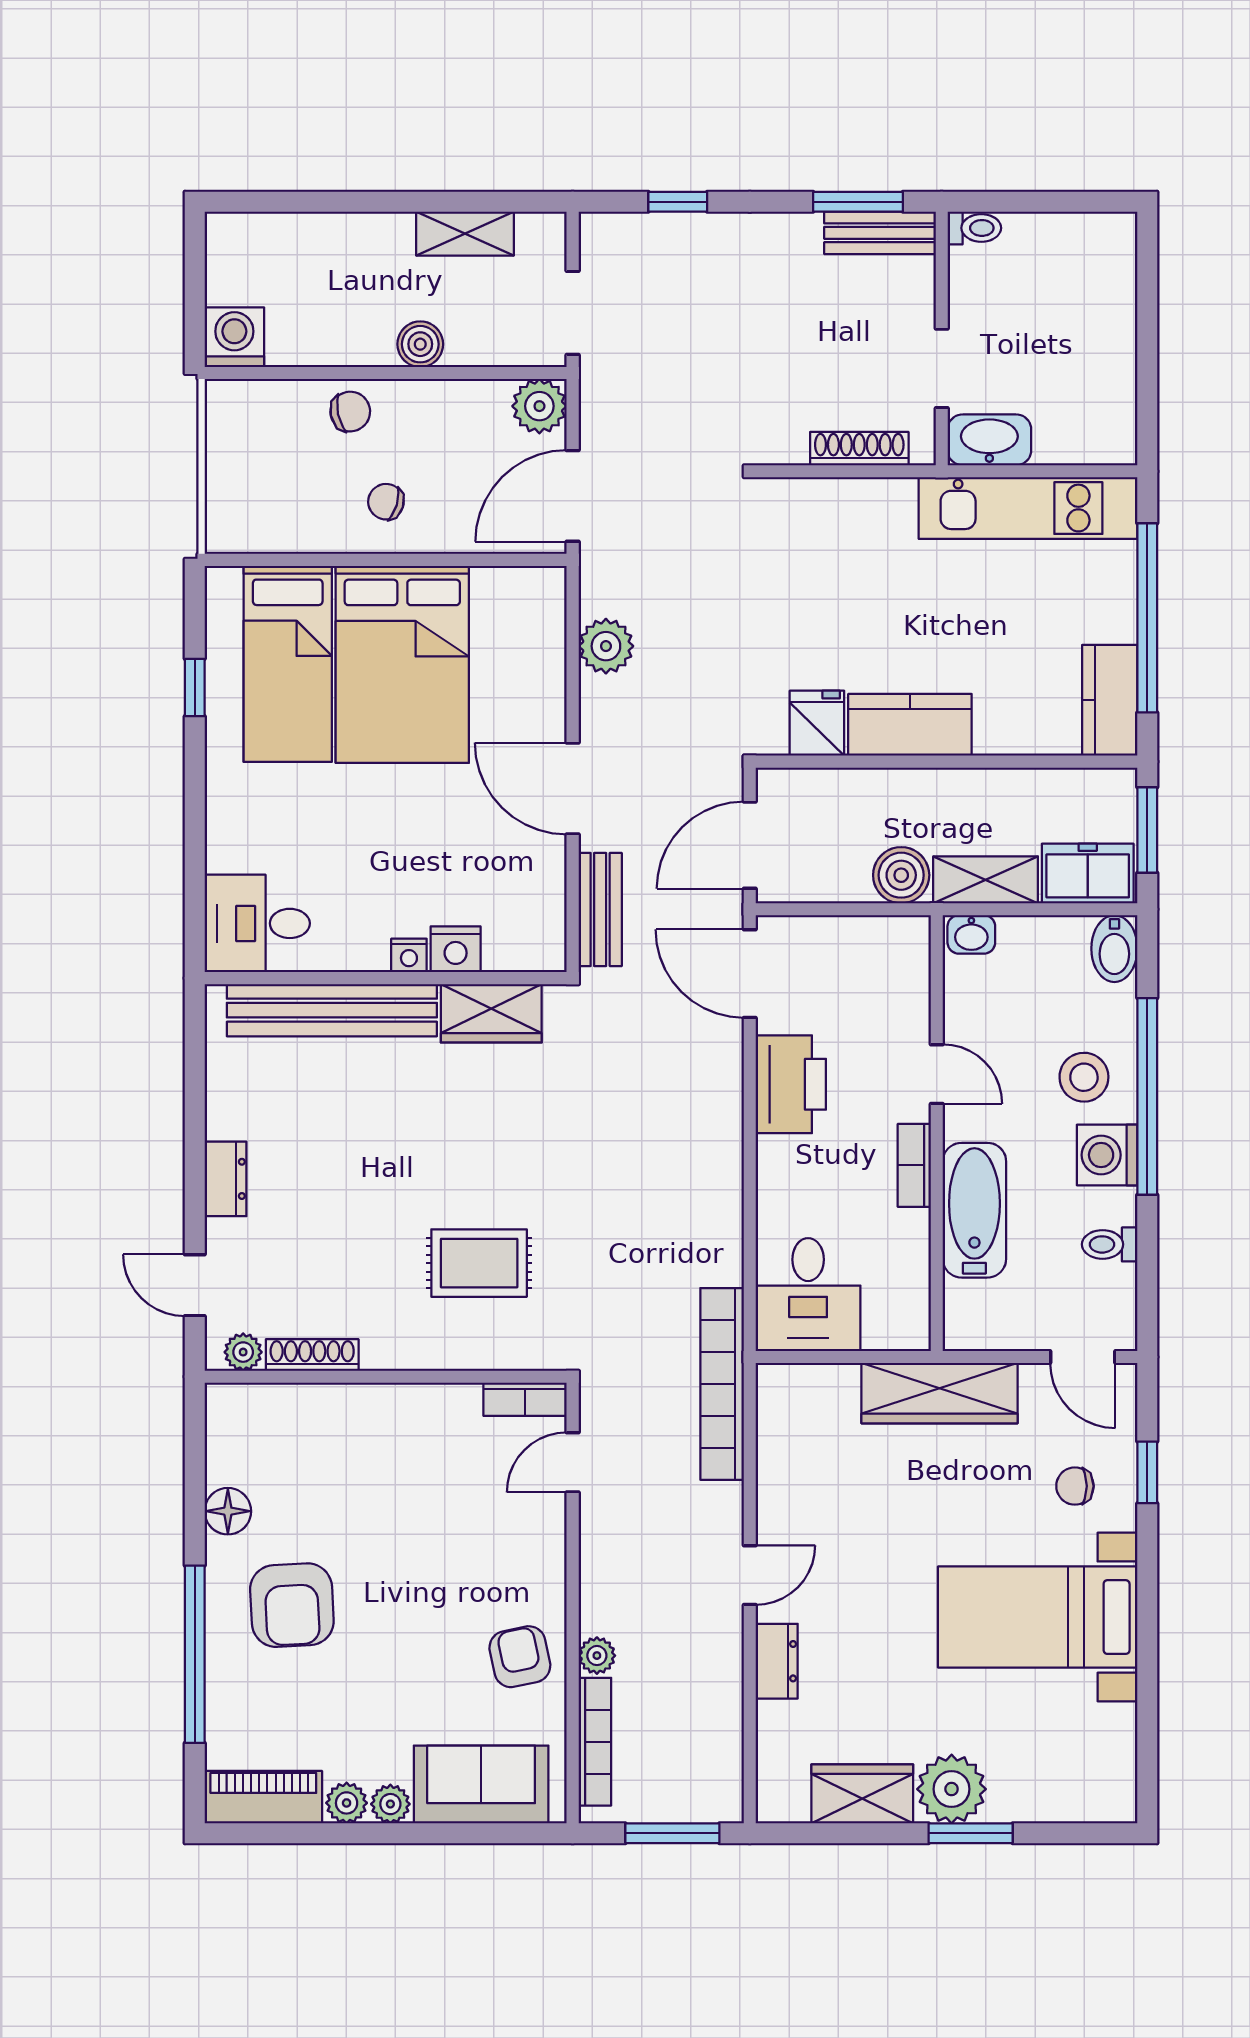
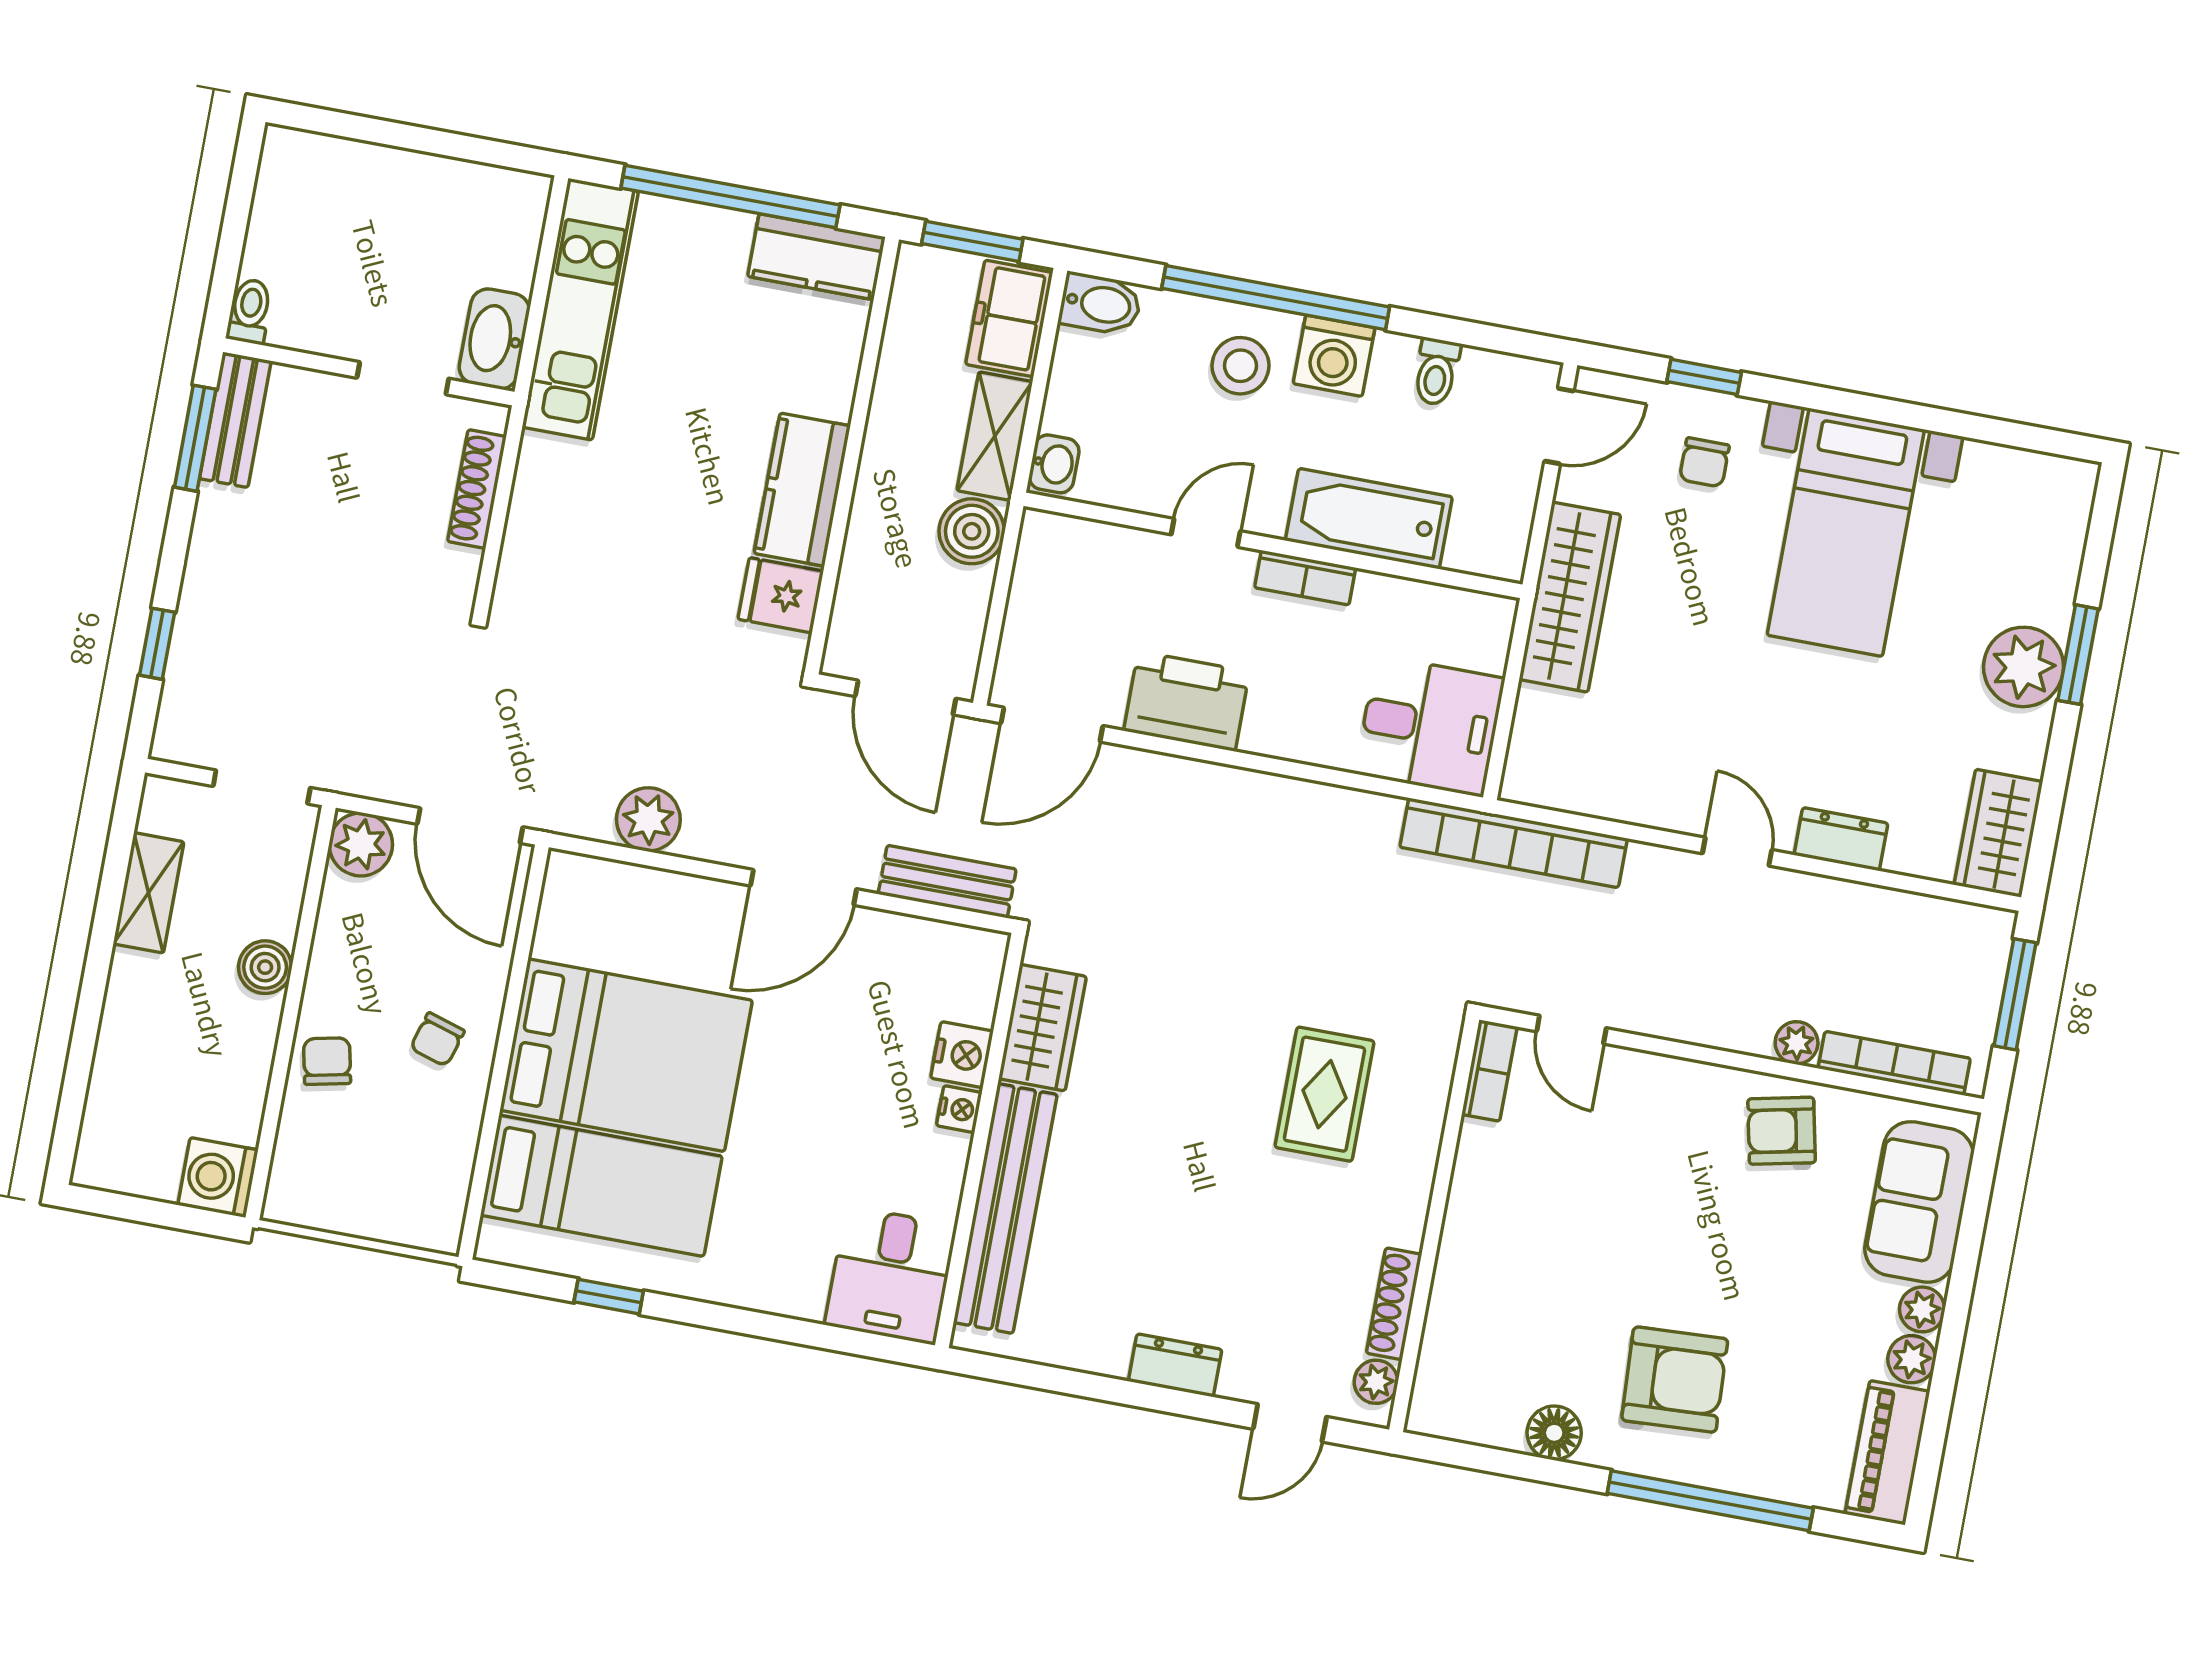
wardrobe: (862, 1794) -> (1999, 833), moved

